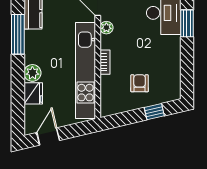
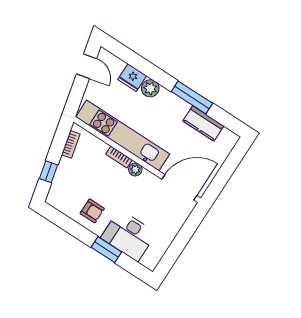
plant: (106, 28) -> (135, 169), moved
armchair: (140, 83) -> (92, 211), moved
bookcase: (120, 108) -> (71, 144), added

